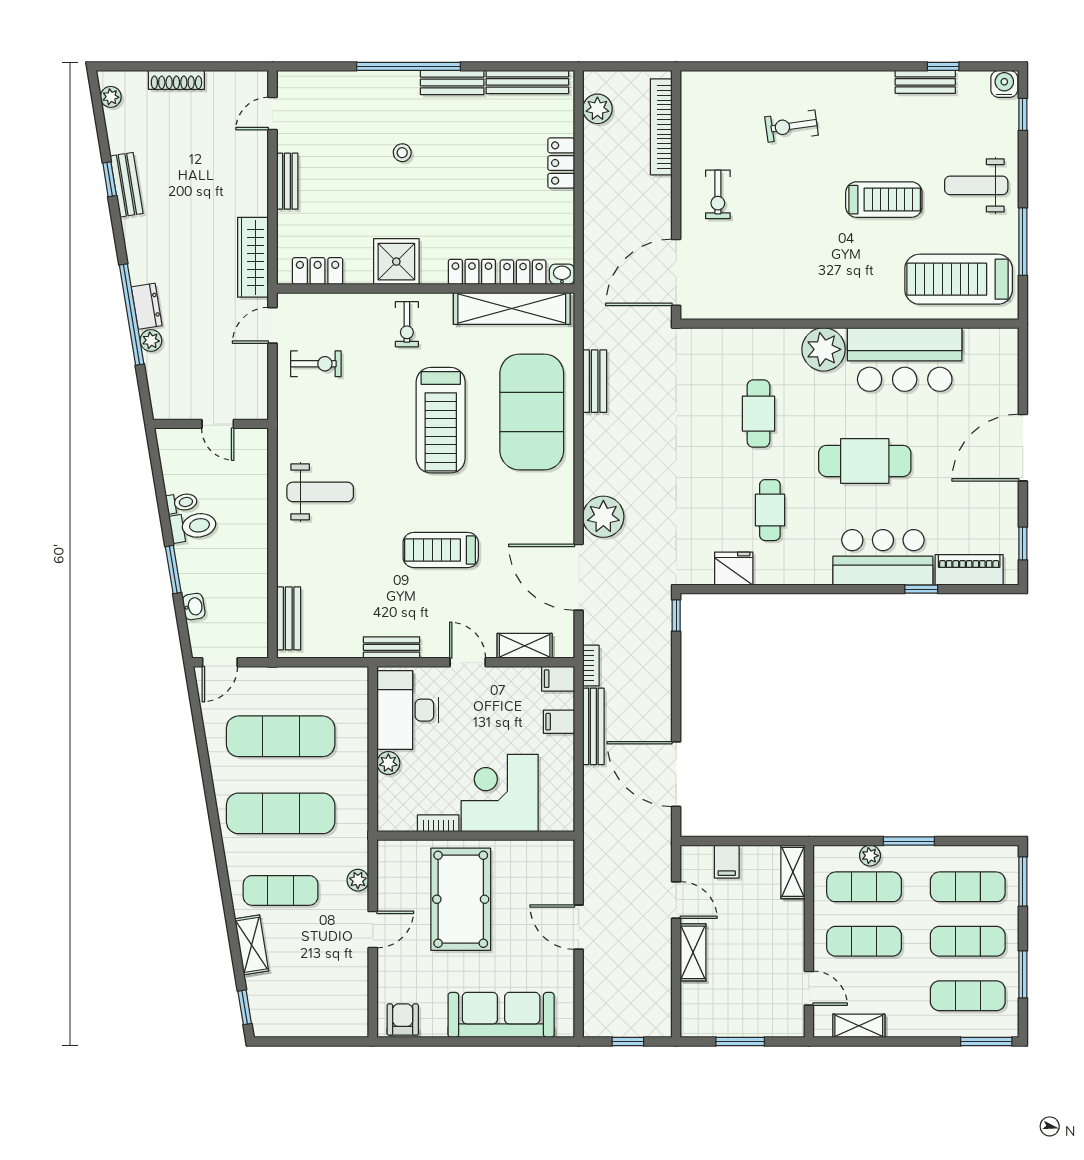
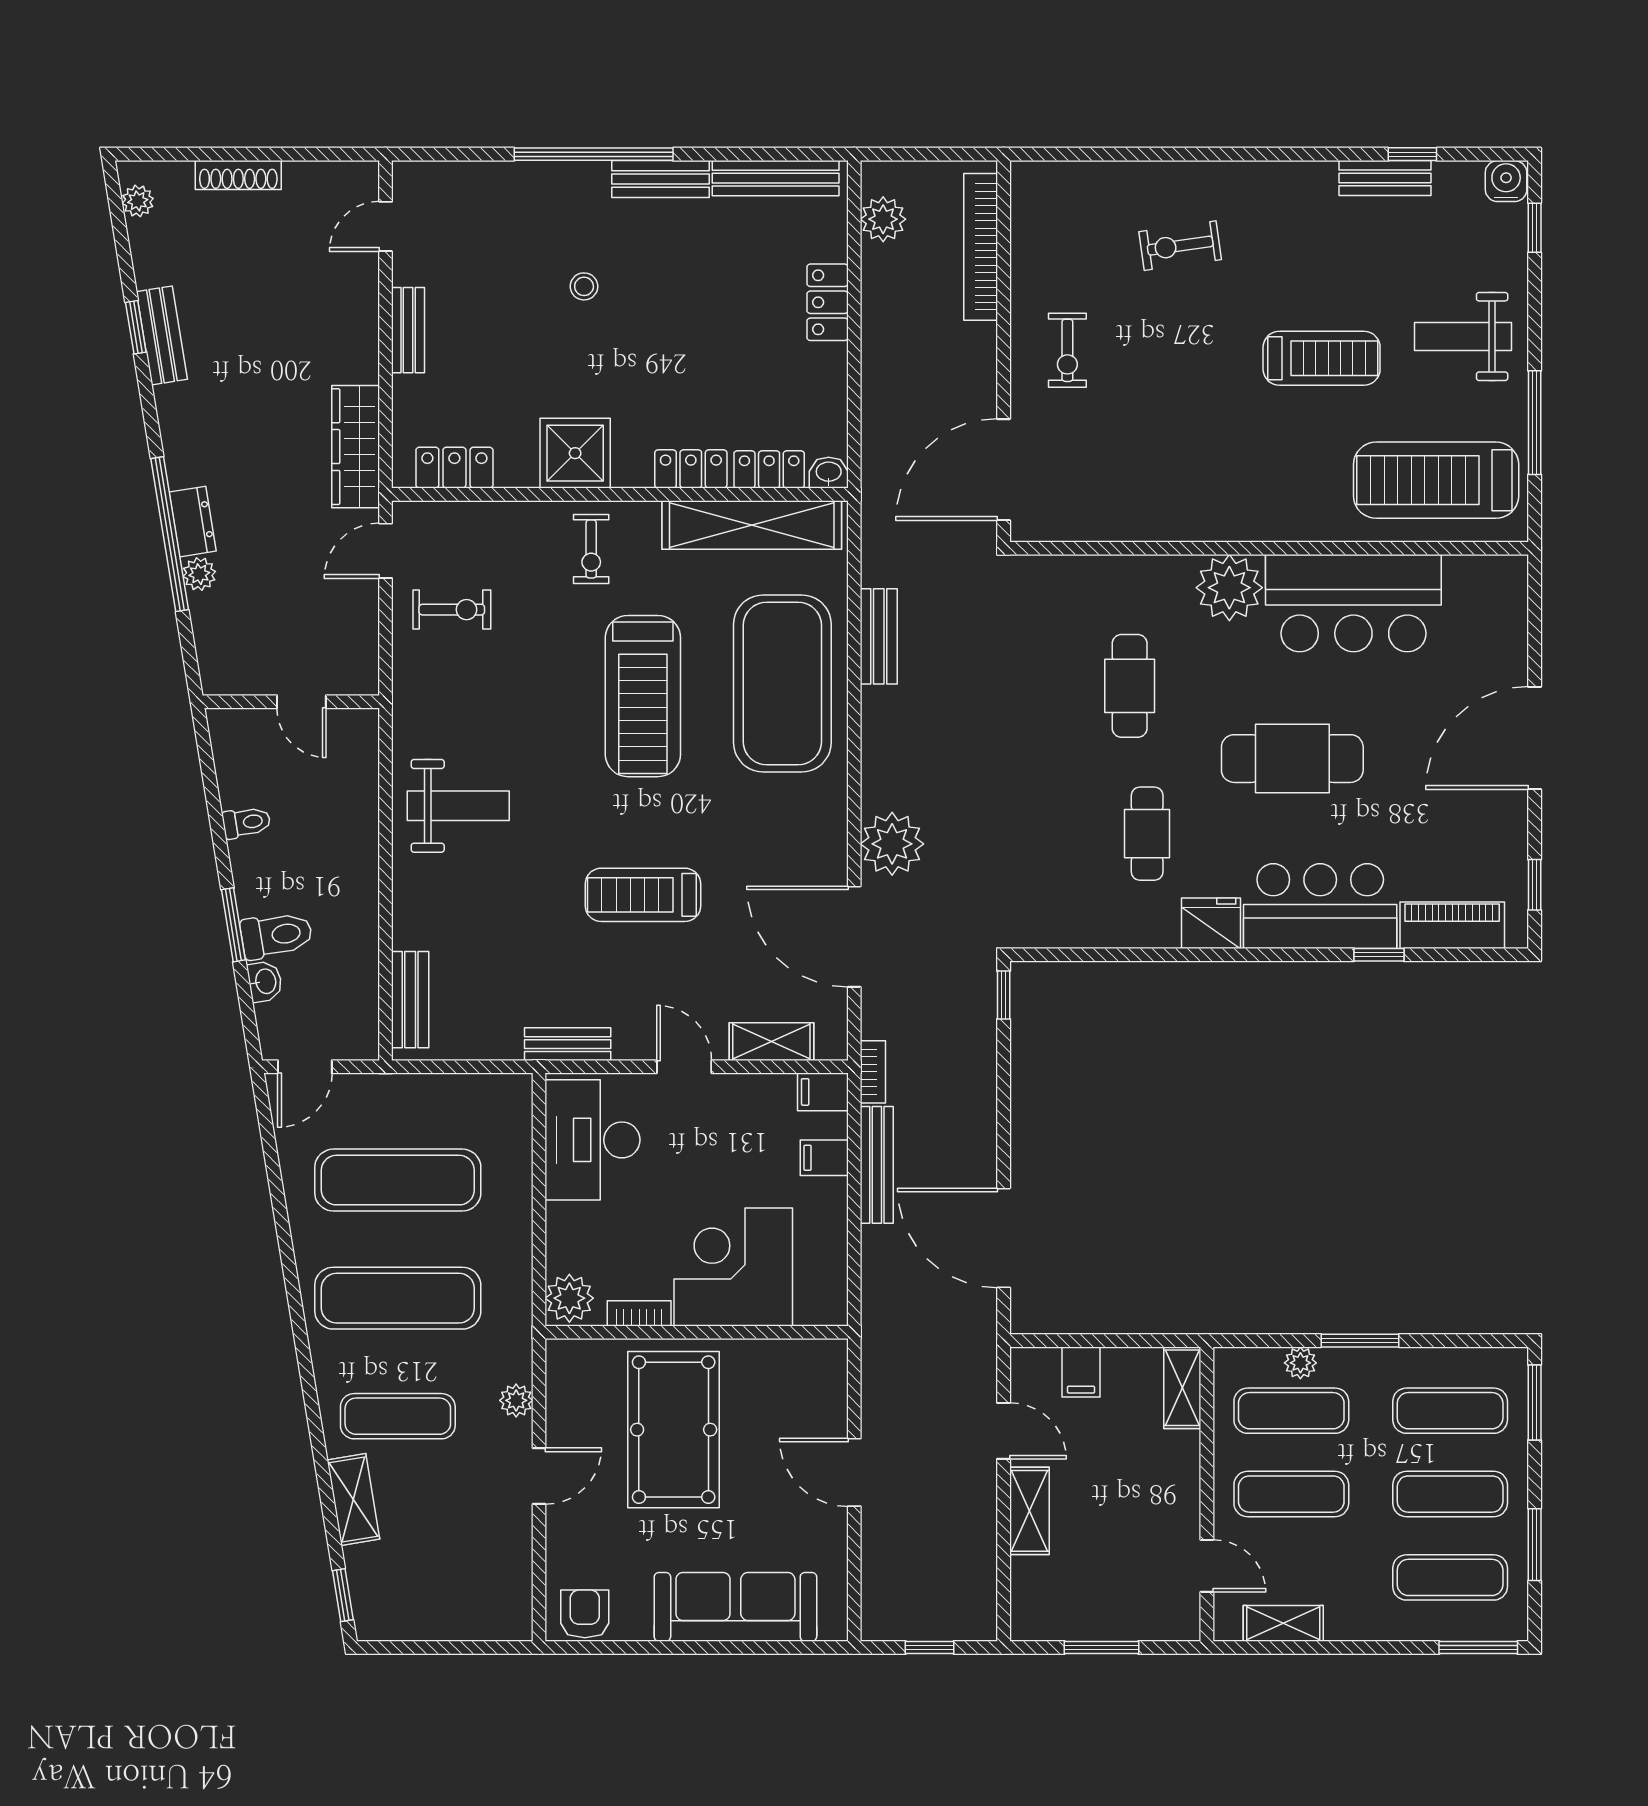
toilet: (193, 526) -> (276, 935), moved
fridge: (734, 569) -> (1211, 923), moved
plant: (388, 763) -> (569, 1298), moved, width x1.38, depth x1.38

